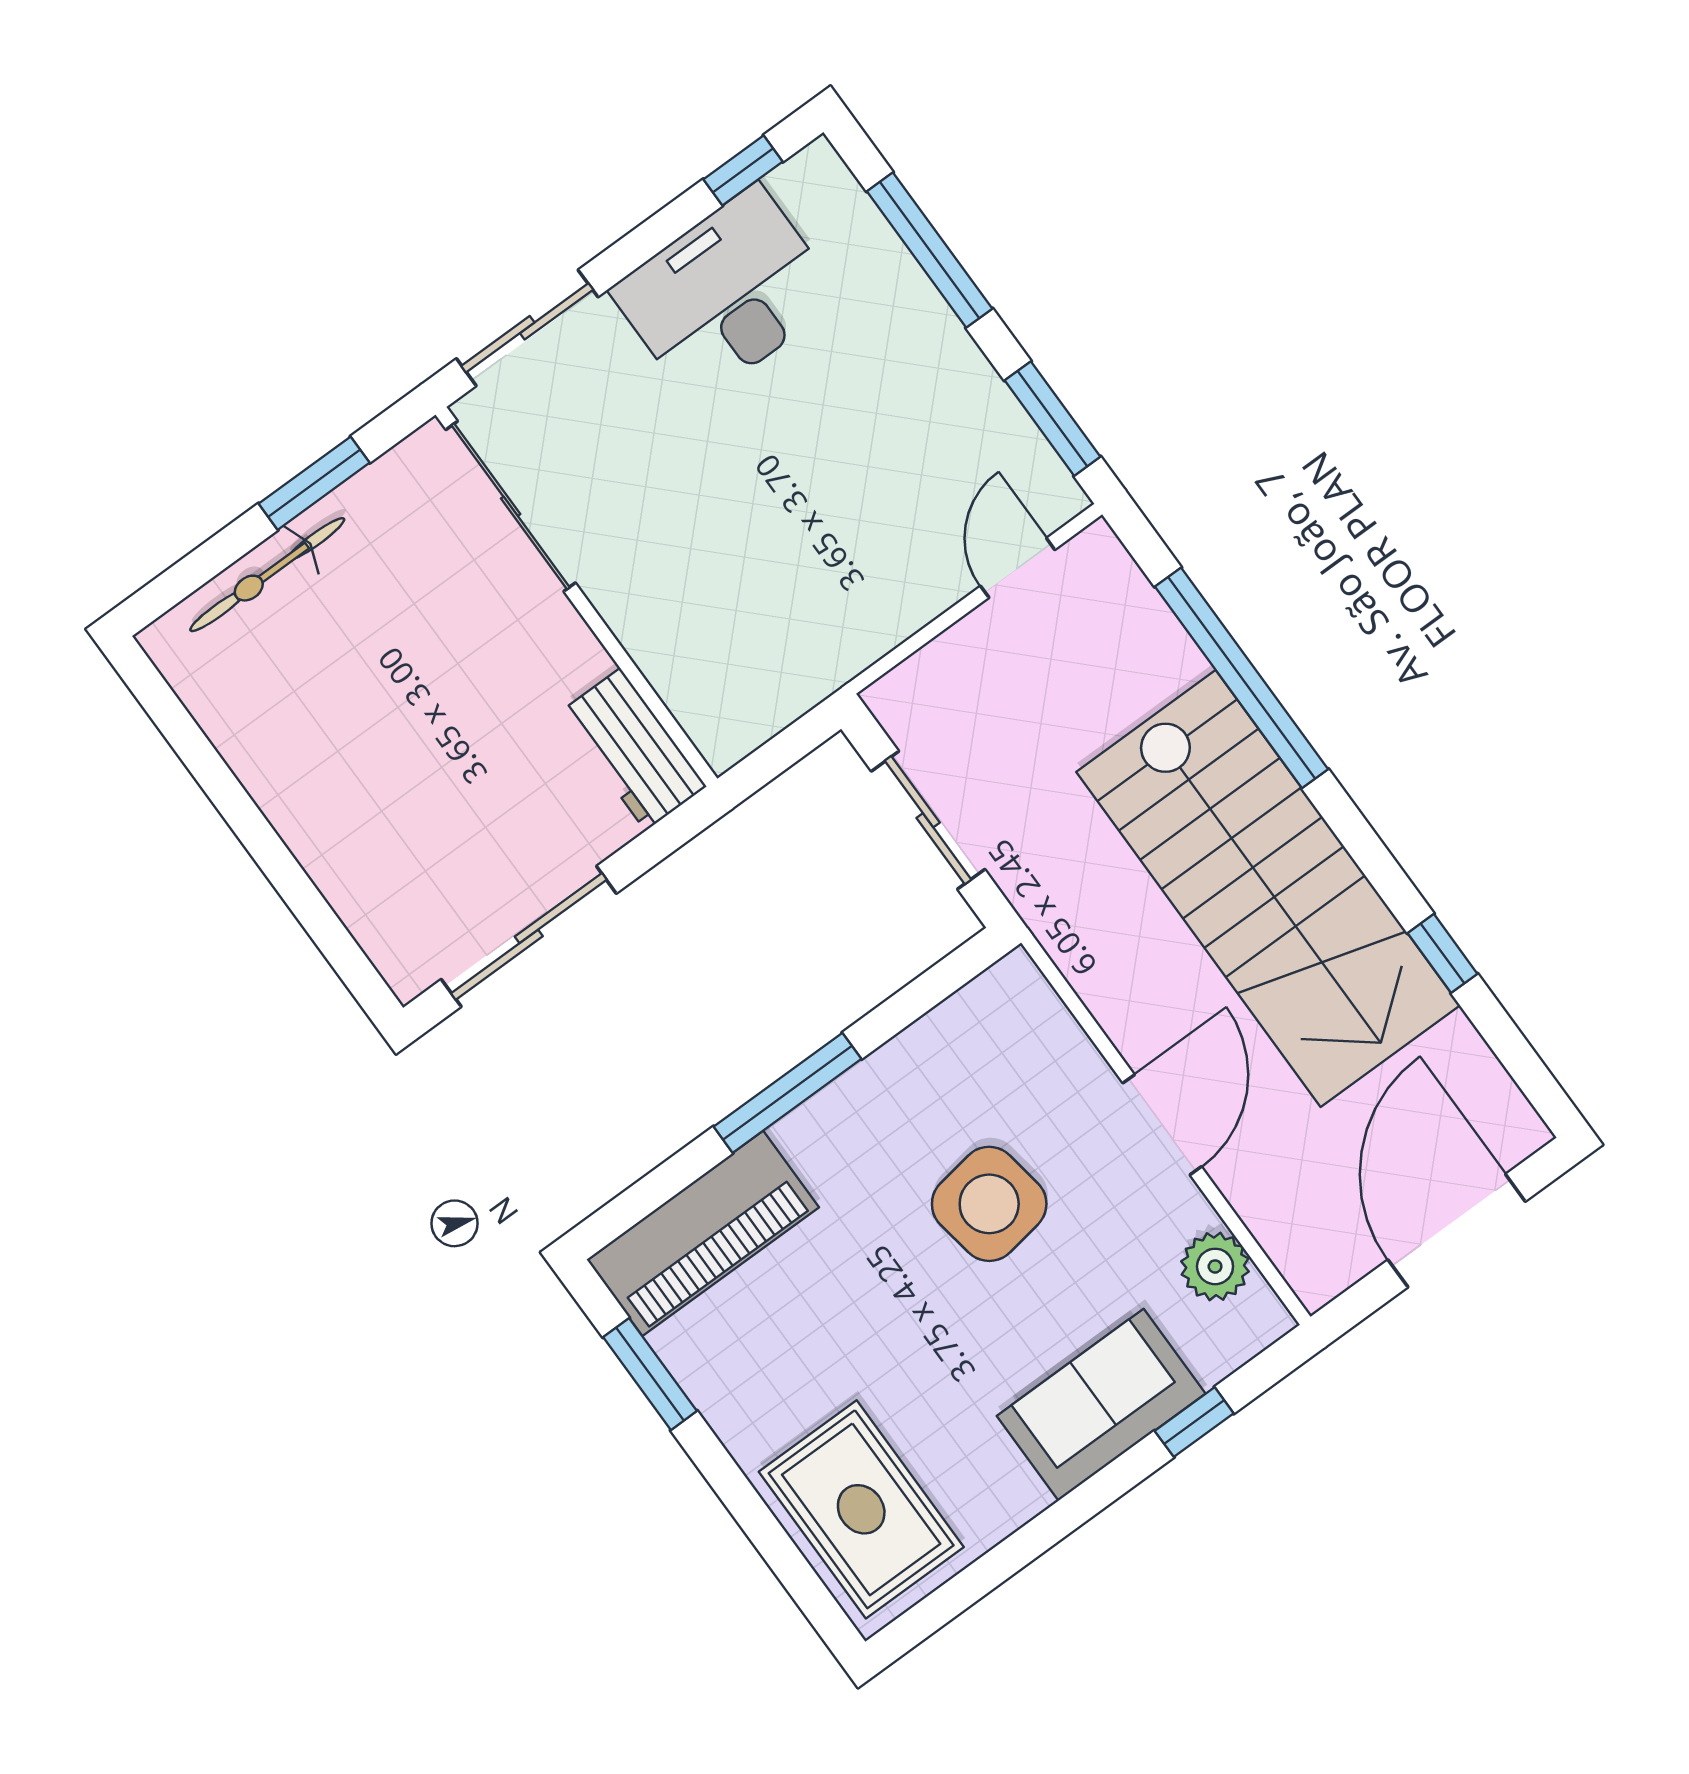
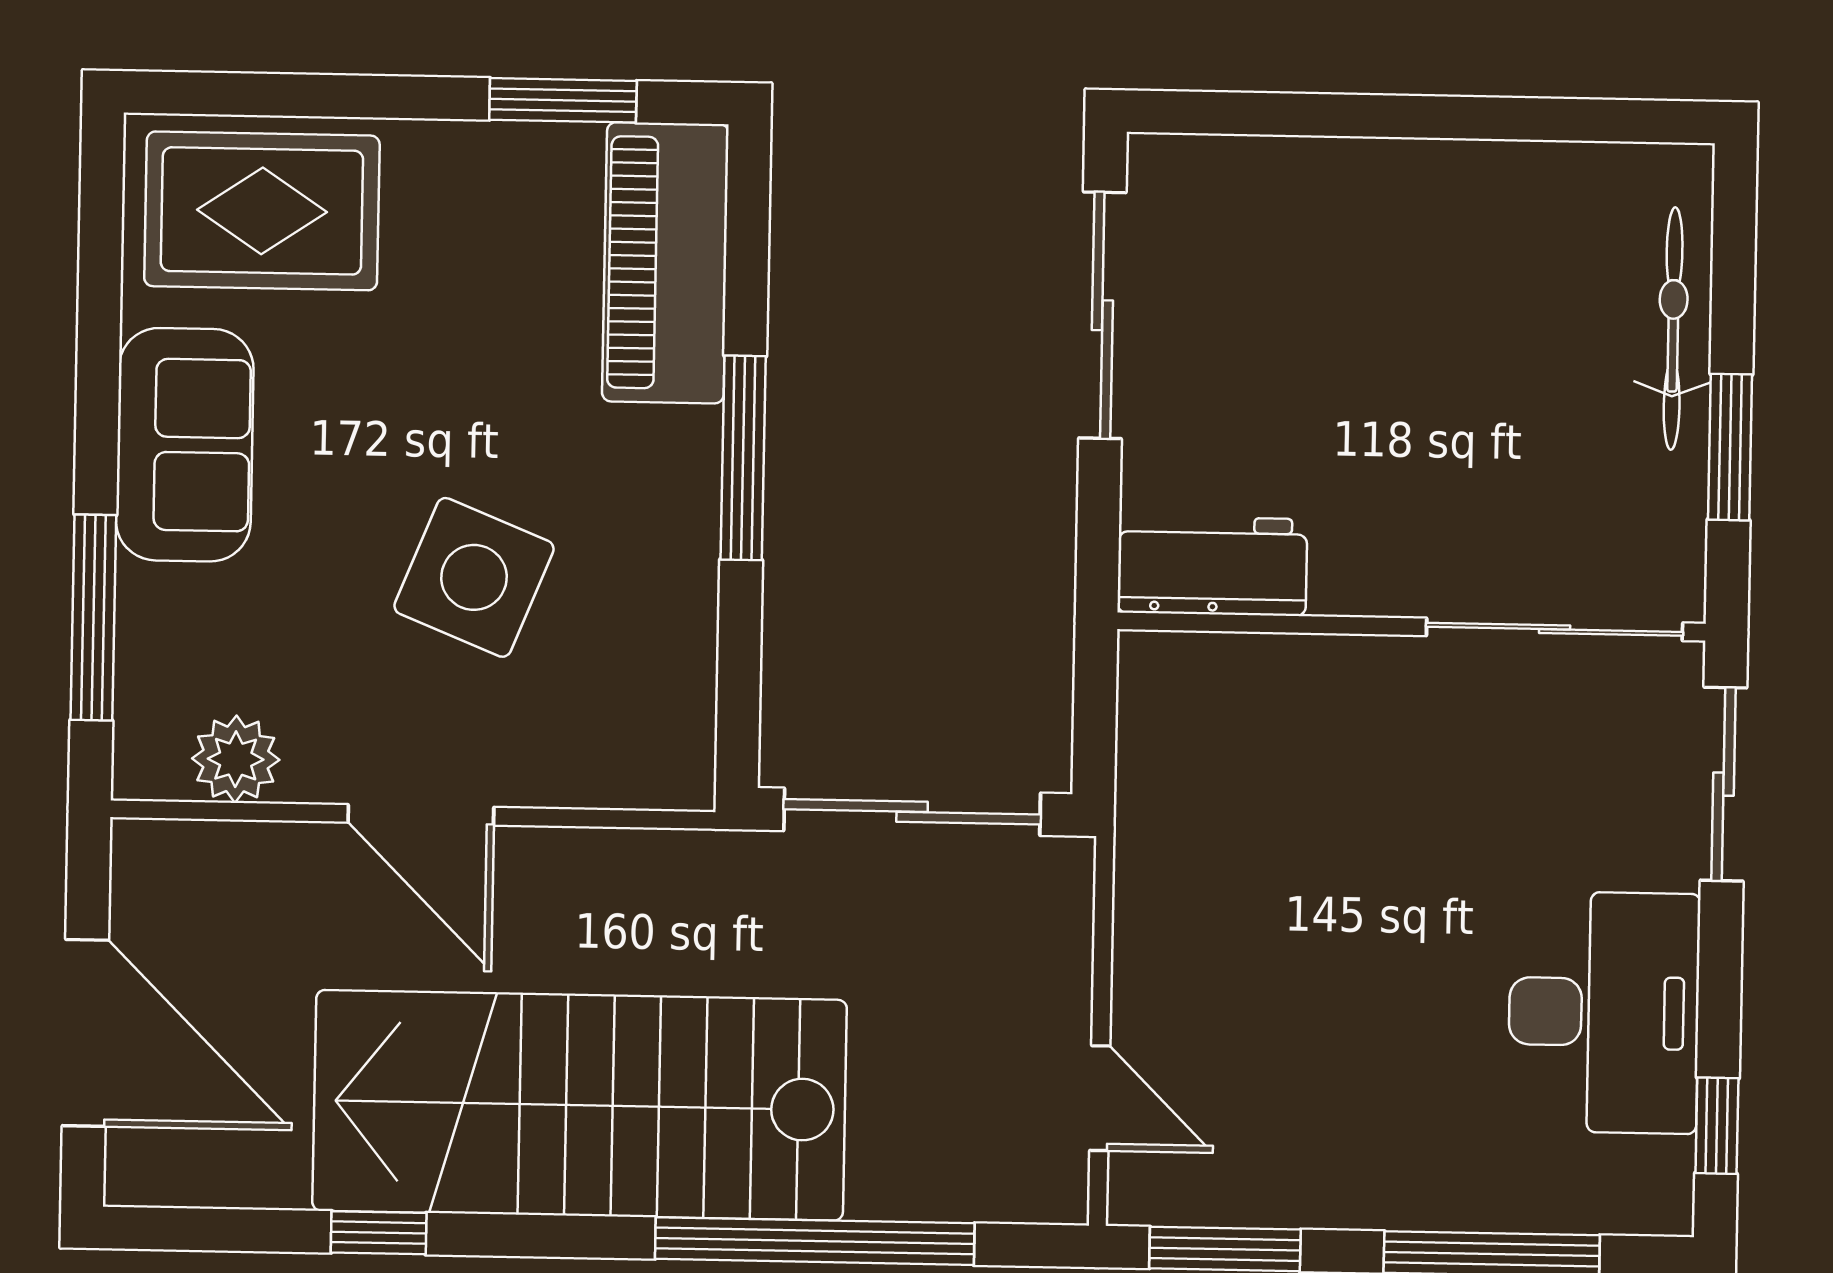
sliding door: (928, 820) -> (912, 812), width x1.37
side table: (989, 1204) -> (474, 577), turned 31
sofa: (1101, 1405) -> (185, 445), moved
window: (1194, 1422) -> (93, 618), width x2.17

